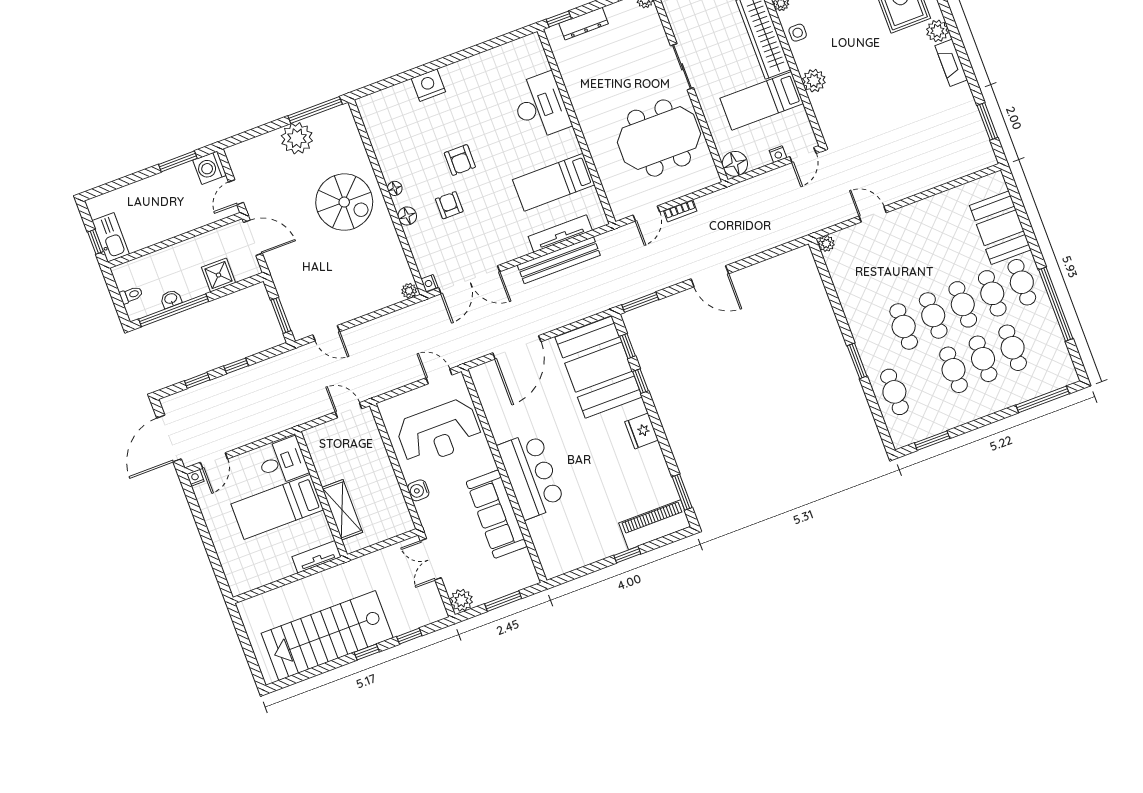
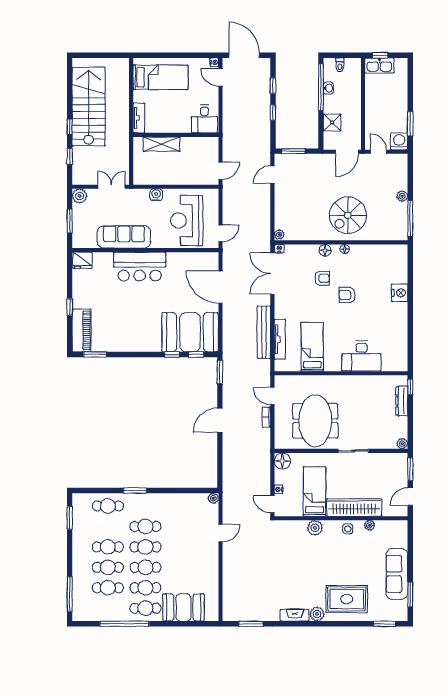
plant: (297, 138) -> (402, 196), width x0.53, depth x0.53
fridge: (641, 431) -> (82, 260), moved, turned 180
bed: (277, 507) -> (161, 77), moved, turned 90

